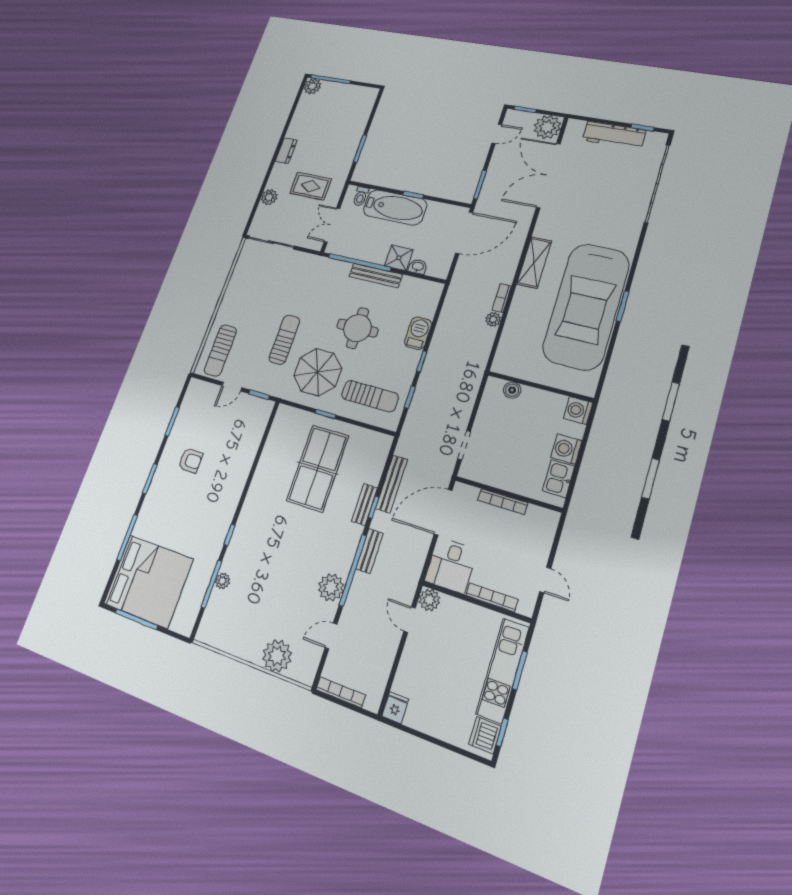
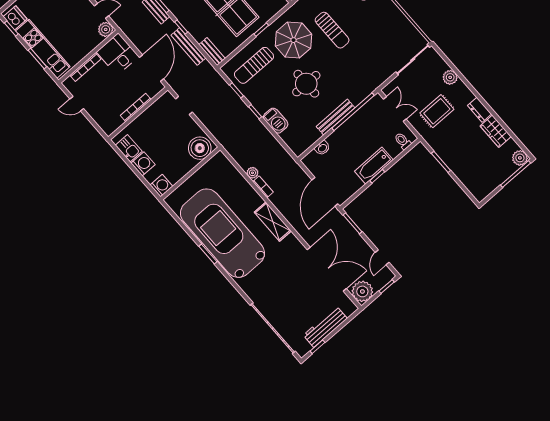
wardrobe: (299, 123) -> (496, 131), added
bathtub: (395, 207) -> (374, 166), width x0.73, depth x0.73
shower: (399, 258) -> (337, 140), removed
boiler: (512, 390) -> (200, 148), width x1.86, depth x1.86
bench: (365, 505) -> (212, 52), moved

